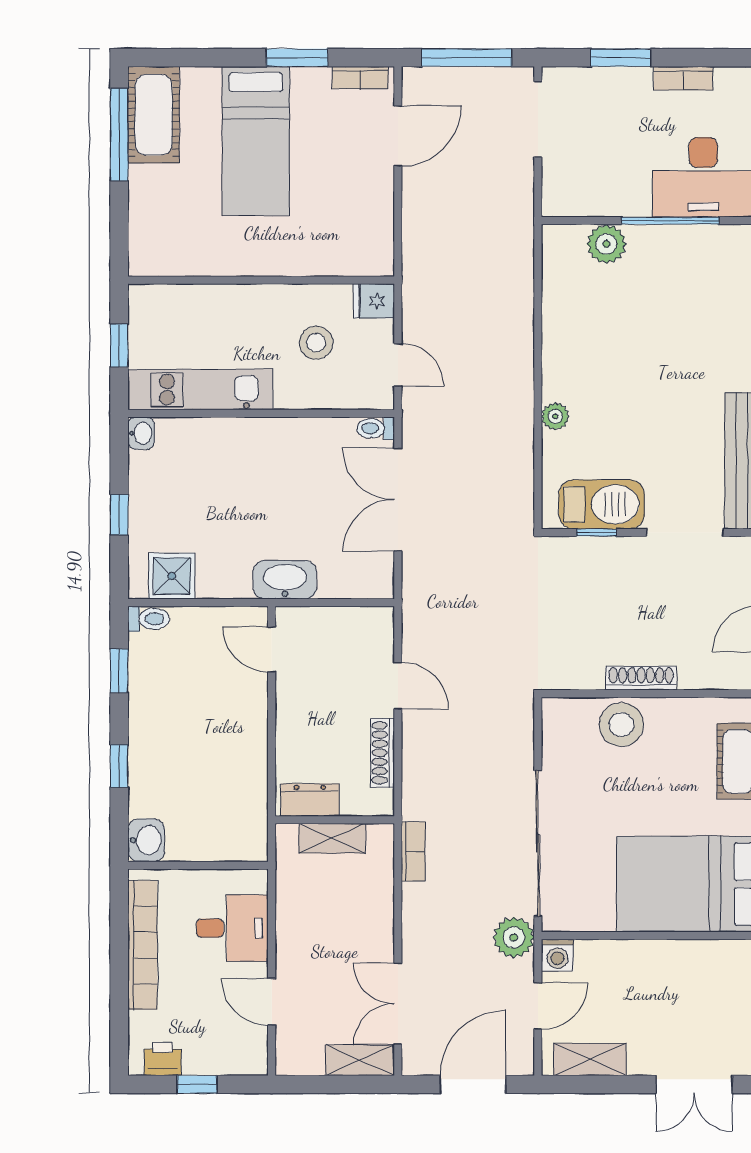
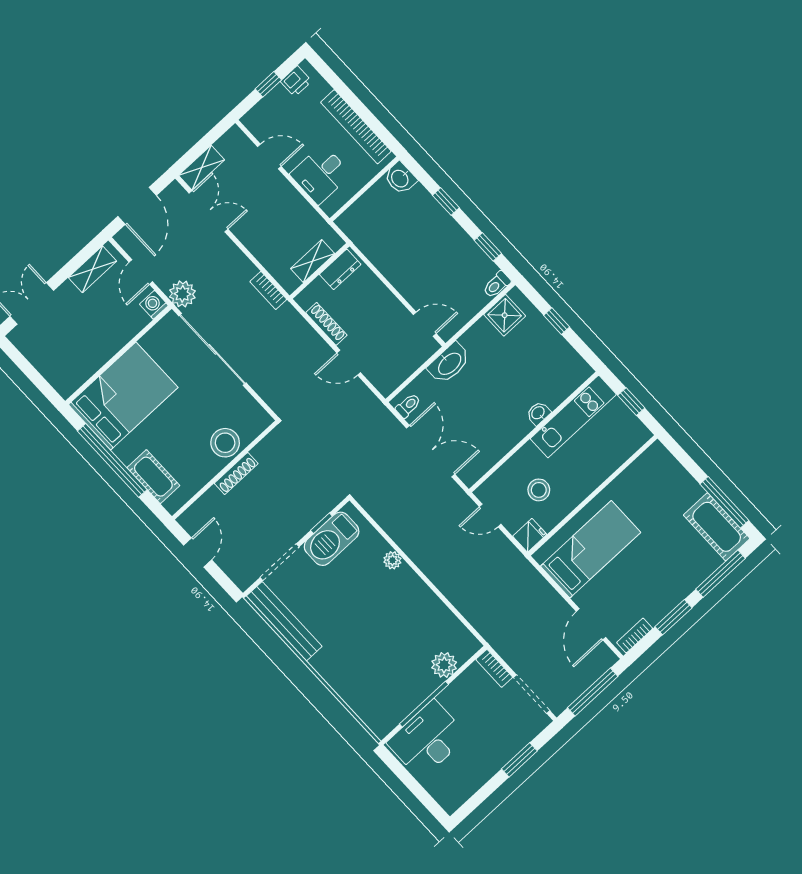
window: (198, 58) -> (720, 574), added
bookcase: (683, 78) -> (494, 668), moved, turned -90
bed: (256, 141) -> (591, 549), moved, turned 90
toilet: (376, 428) -> (408, 406), moved
washbasin: (141, 433) -> (538, 413), moved, turned 90

